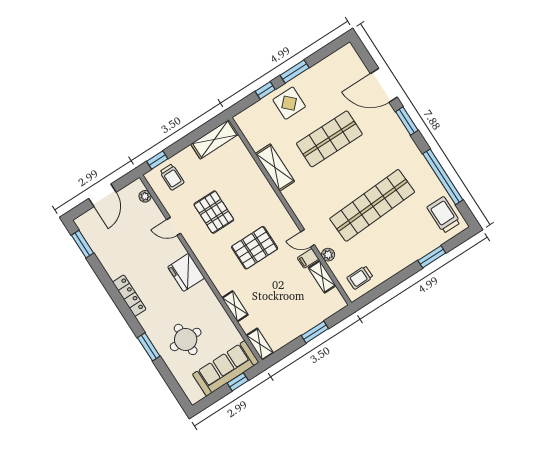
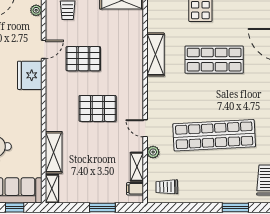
pallet: (214, 212) -> (83, 59), turned 90
door: (174, 226) -> (44, 49), swing flipped
filing cabinet: (308, 258) -> (135, 189), moved
fridge: (186, 272) -> (30, 75), moved
shelving: (235, 306) -> (54, 152), width x1.50, depth x1.33

